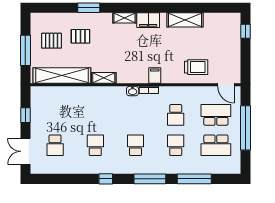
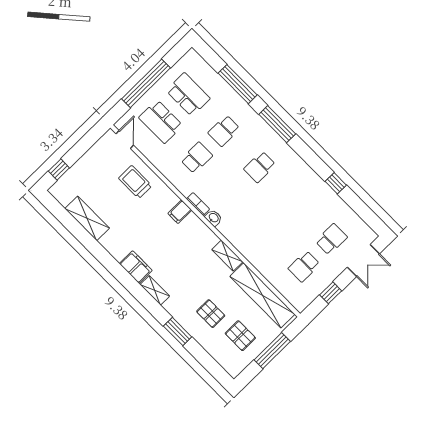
shelving: (185, 20) -> (87, 218), moved
school desk: (95, 145) -> (304, 266), moved
window: (106, 179) -> (336, 183), moved

